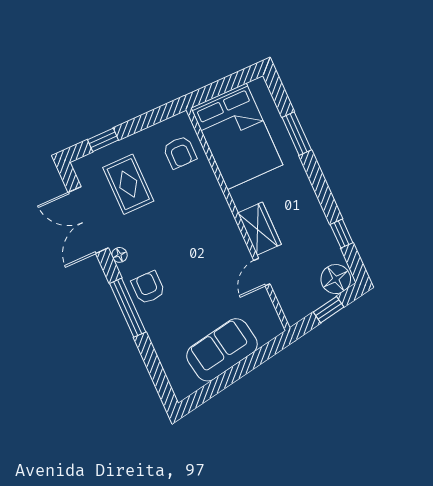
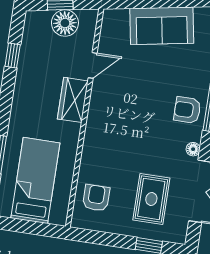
bed: (237, 136) -> (35, 181), width x0.67
floor lamp: (336, 279) -> (65, 23), moved
armchair: (148, 288) -> (187, 110), turned 90

